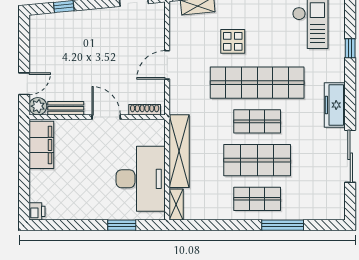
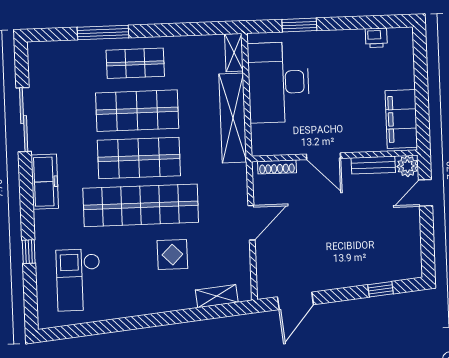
shop shelf: (257, 121) -> (139, 158), width x1.43, depth x1.36
printer: (37, 211) -> (376, 38), moved, turned -90

